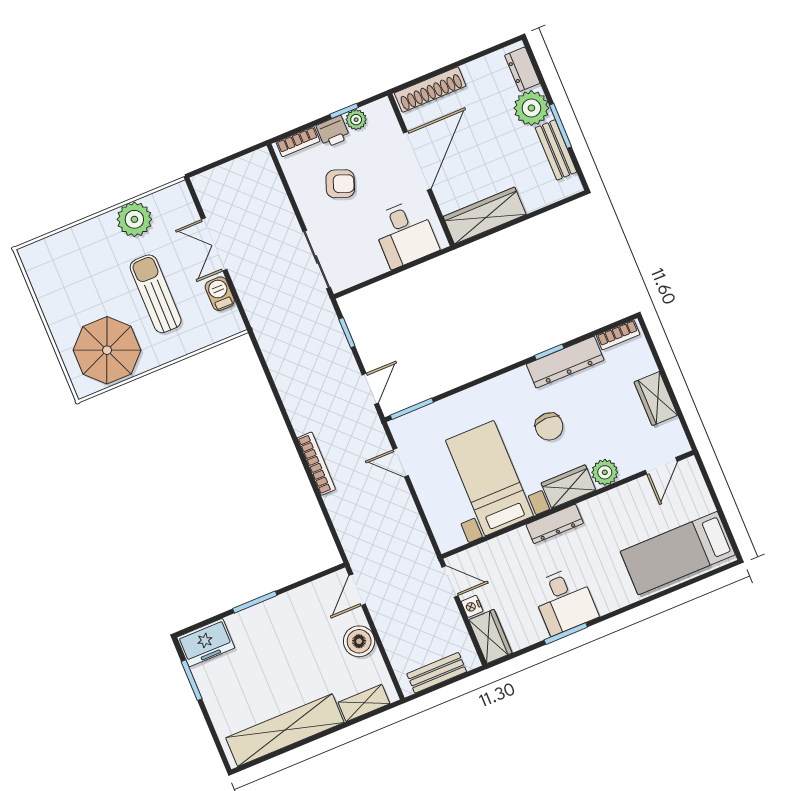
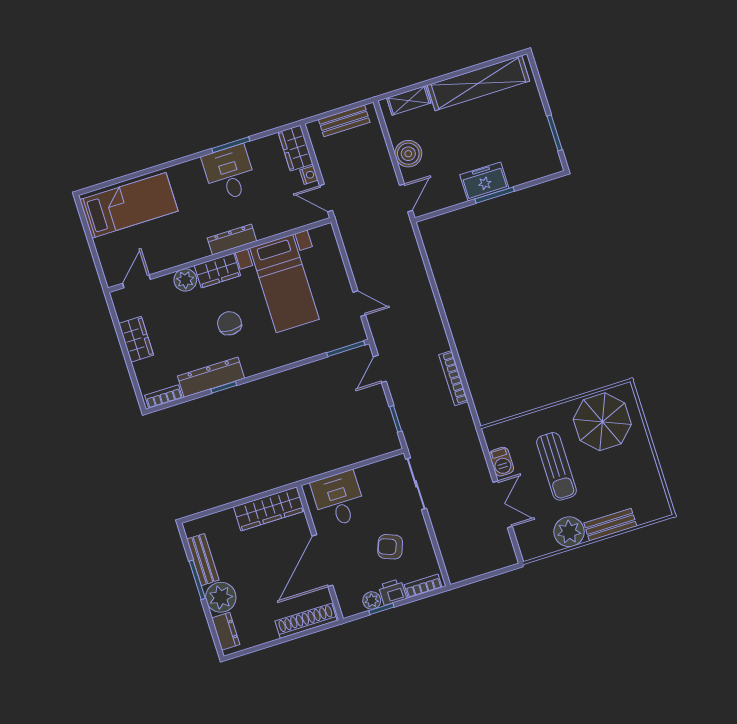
bench: (87, 232) -> (610, 525), added
bookcase: (316, 464) -> (453, 378), moved
freezer: (206, 643) -> (484, 181), moved

